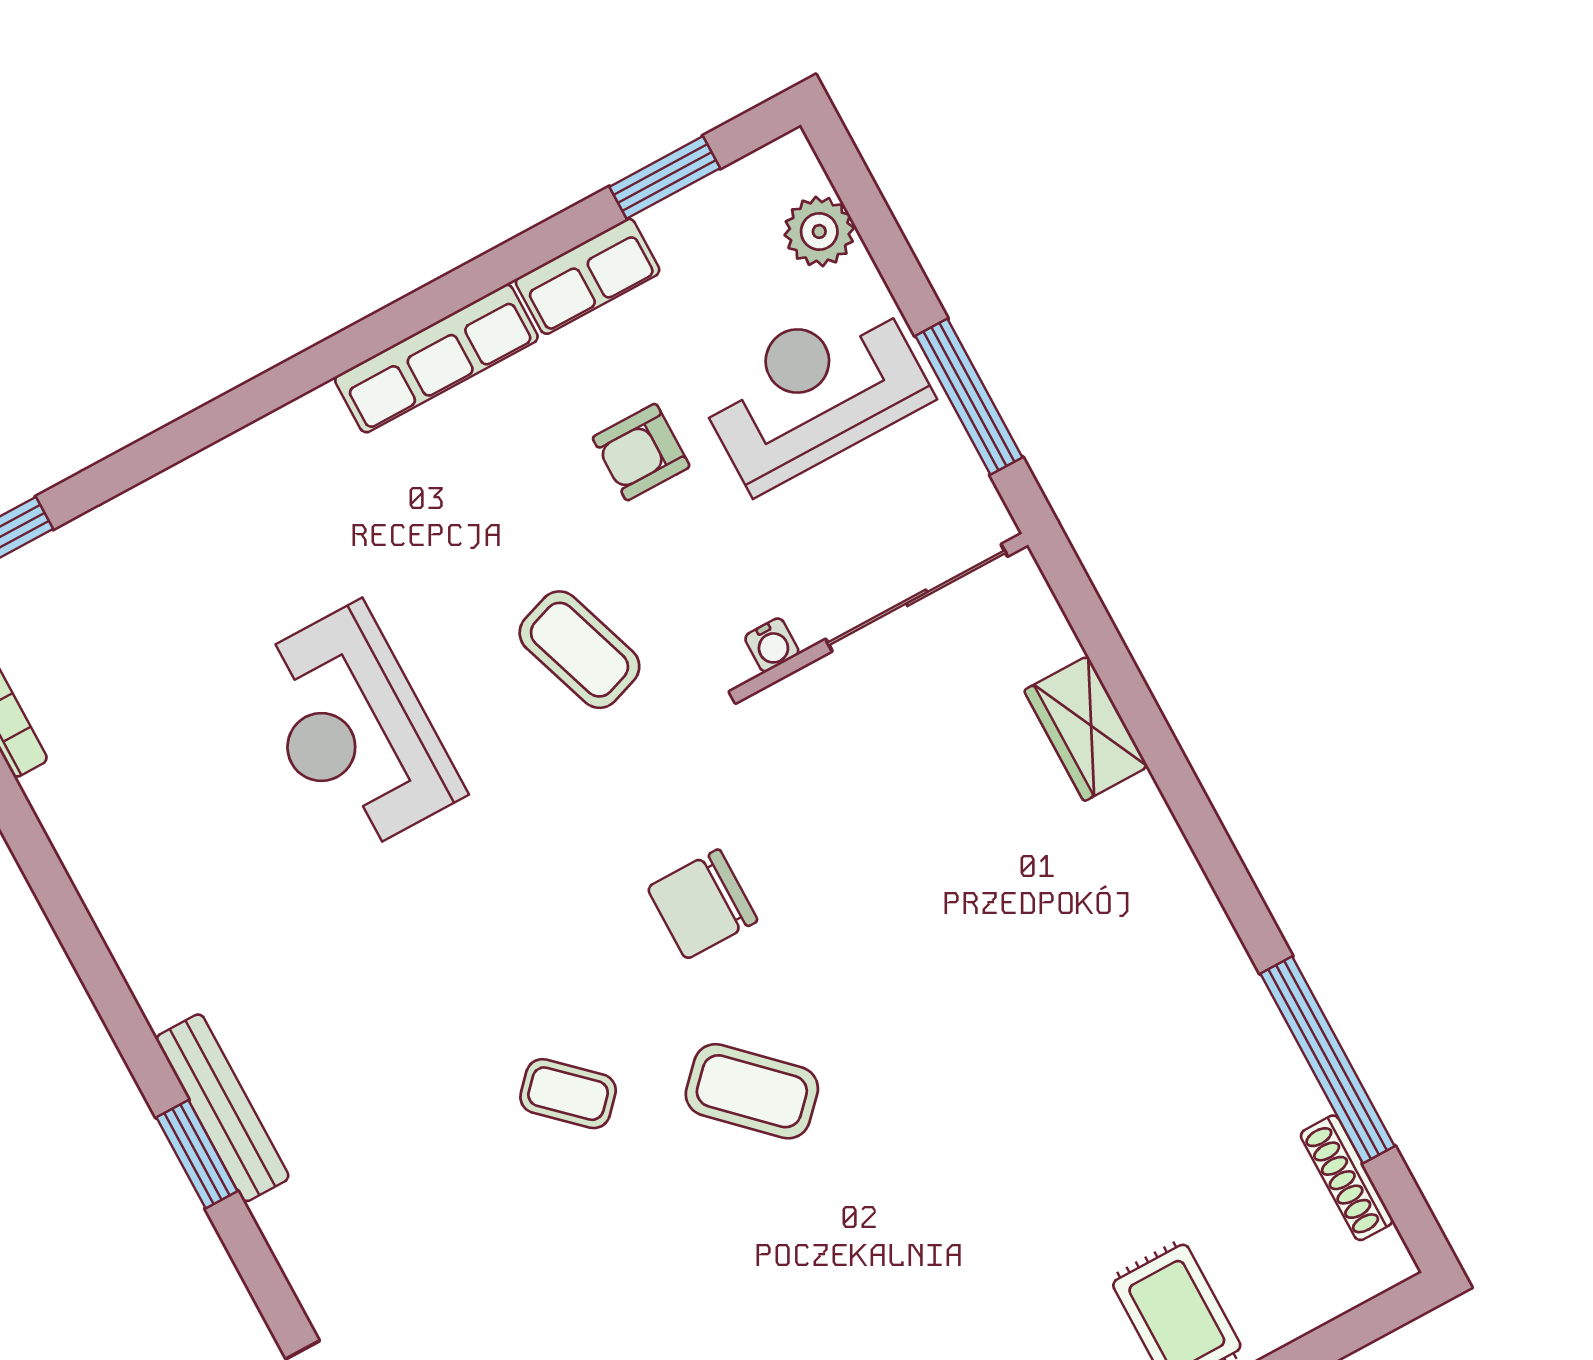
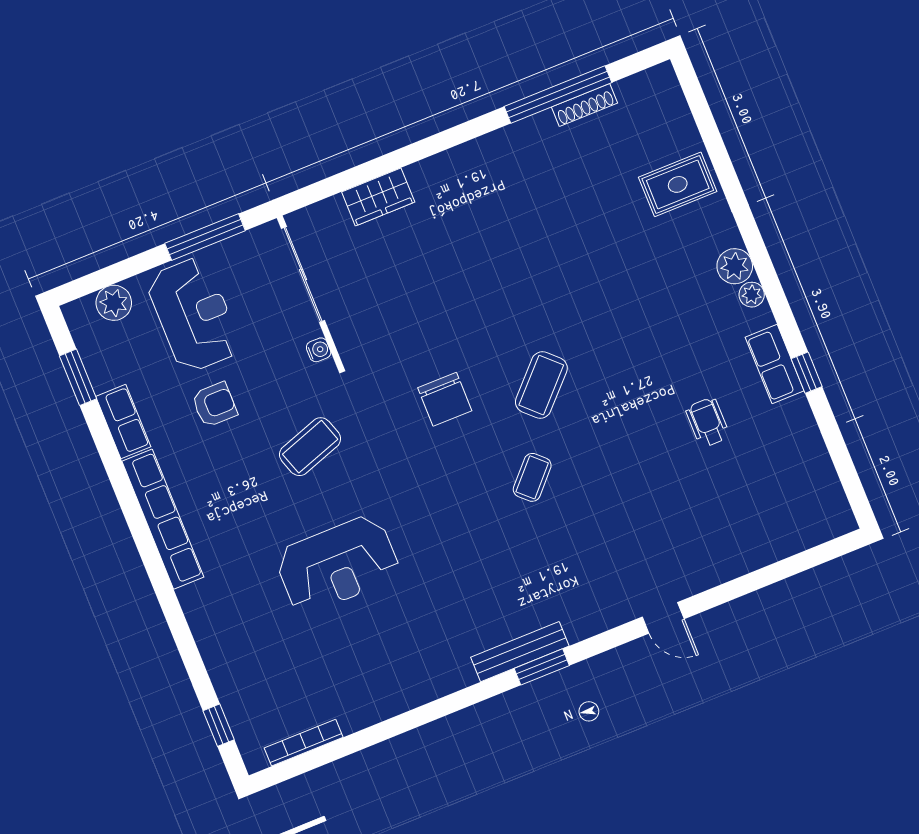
row of seats: (436, 358) -> (163, 519), width x1.36
reception desk: (814, 391) -> (194, 315), turned 180
armchair: (641, 452) -> (214, 405), turned -90
shoe rack: (1347, 1178) -> (585, 105), moved

